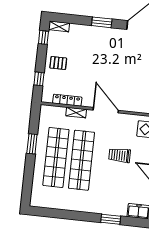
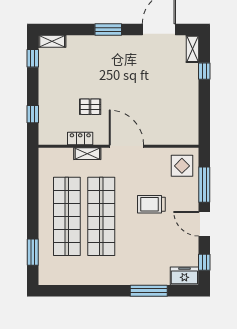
pallet: (58, 63) -> (90, 107), moved
locker: (67, 100) -> (80, 138), width x0.66
window: (32, 144) -> (33, 252), moved
window: (111, 219) -> (149, 291), width x1.44

